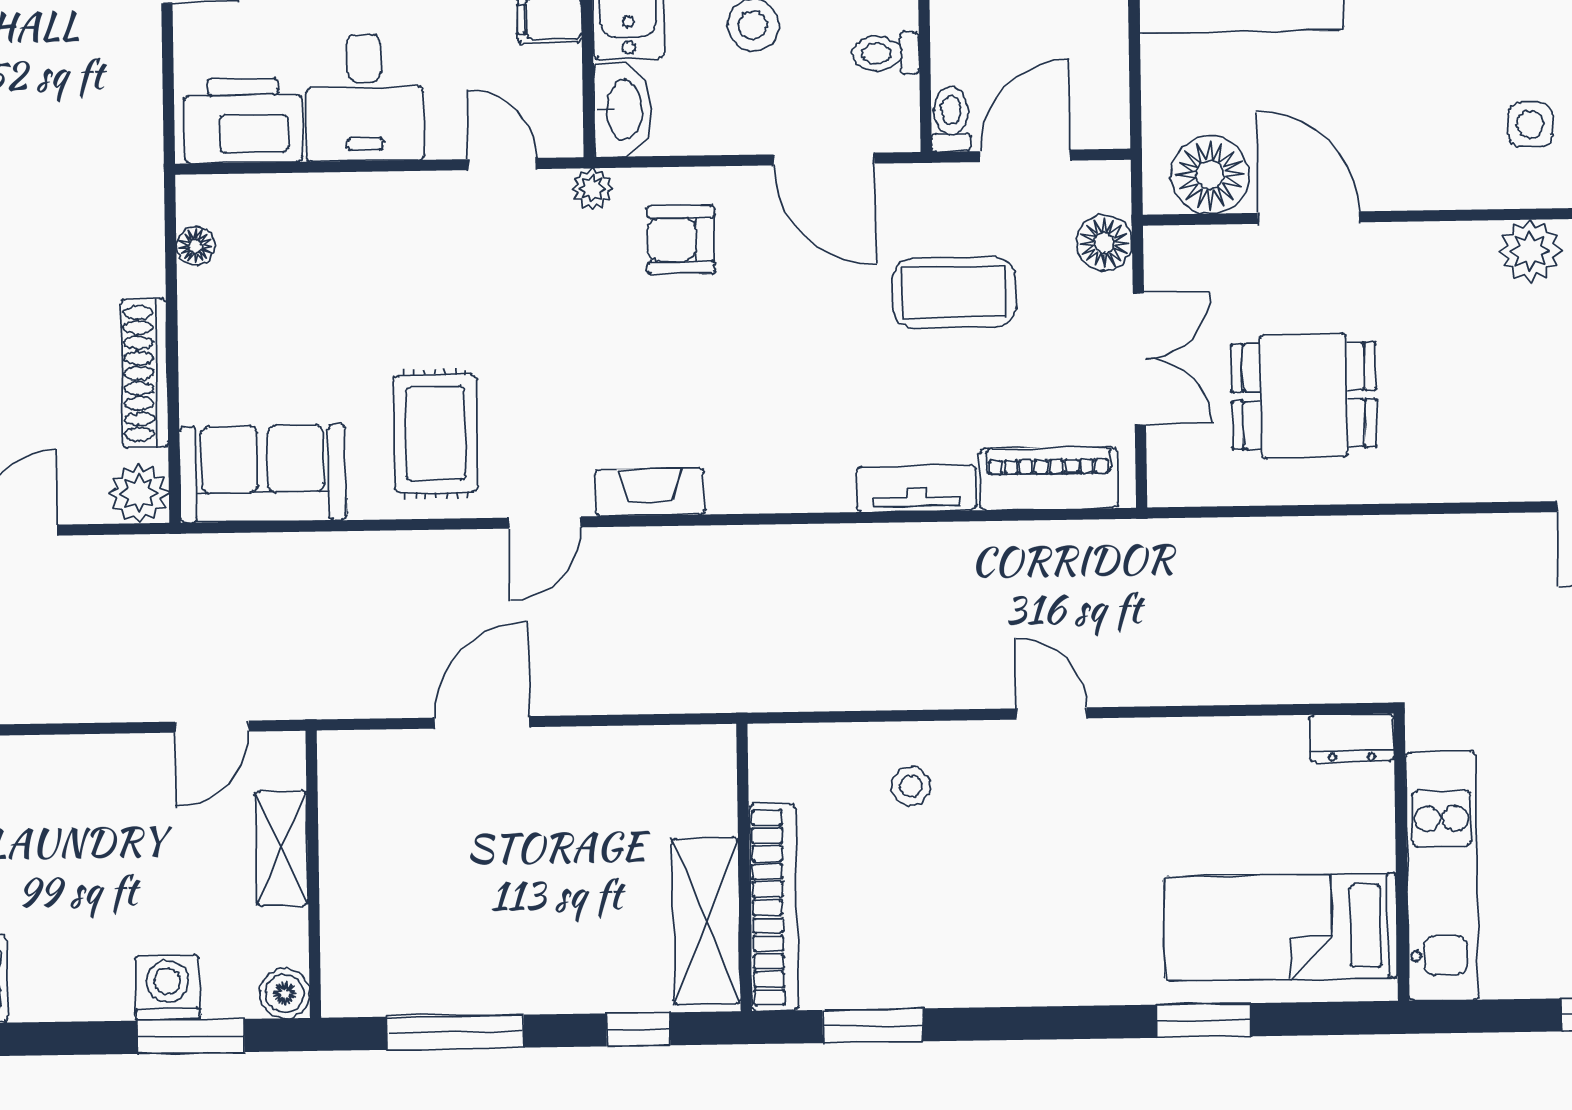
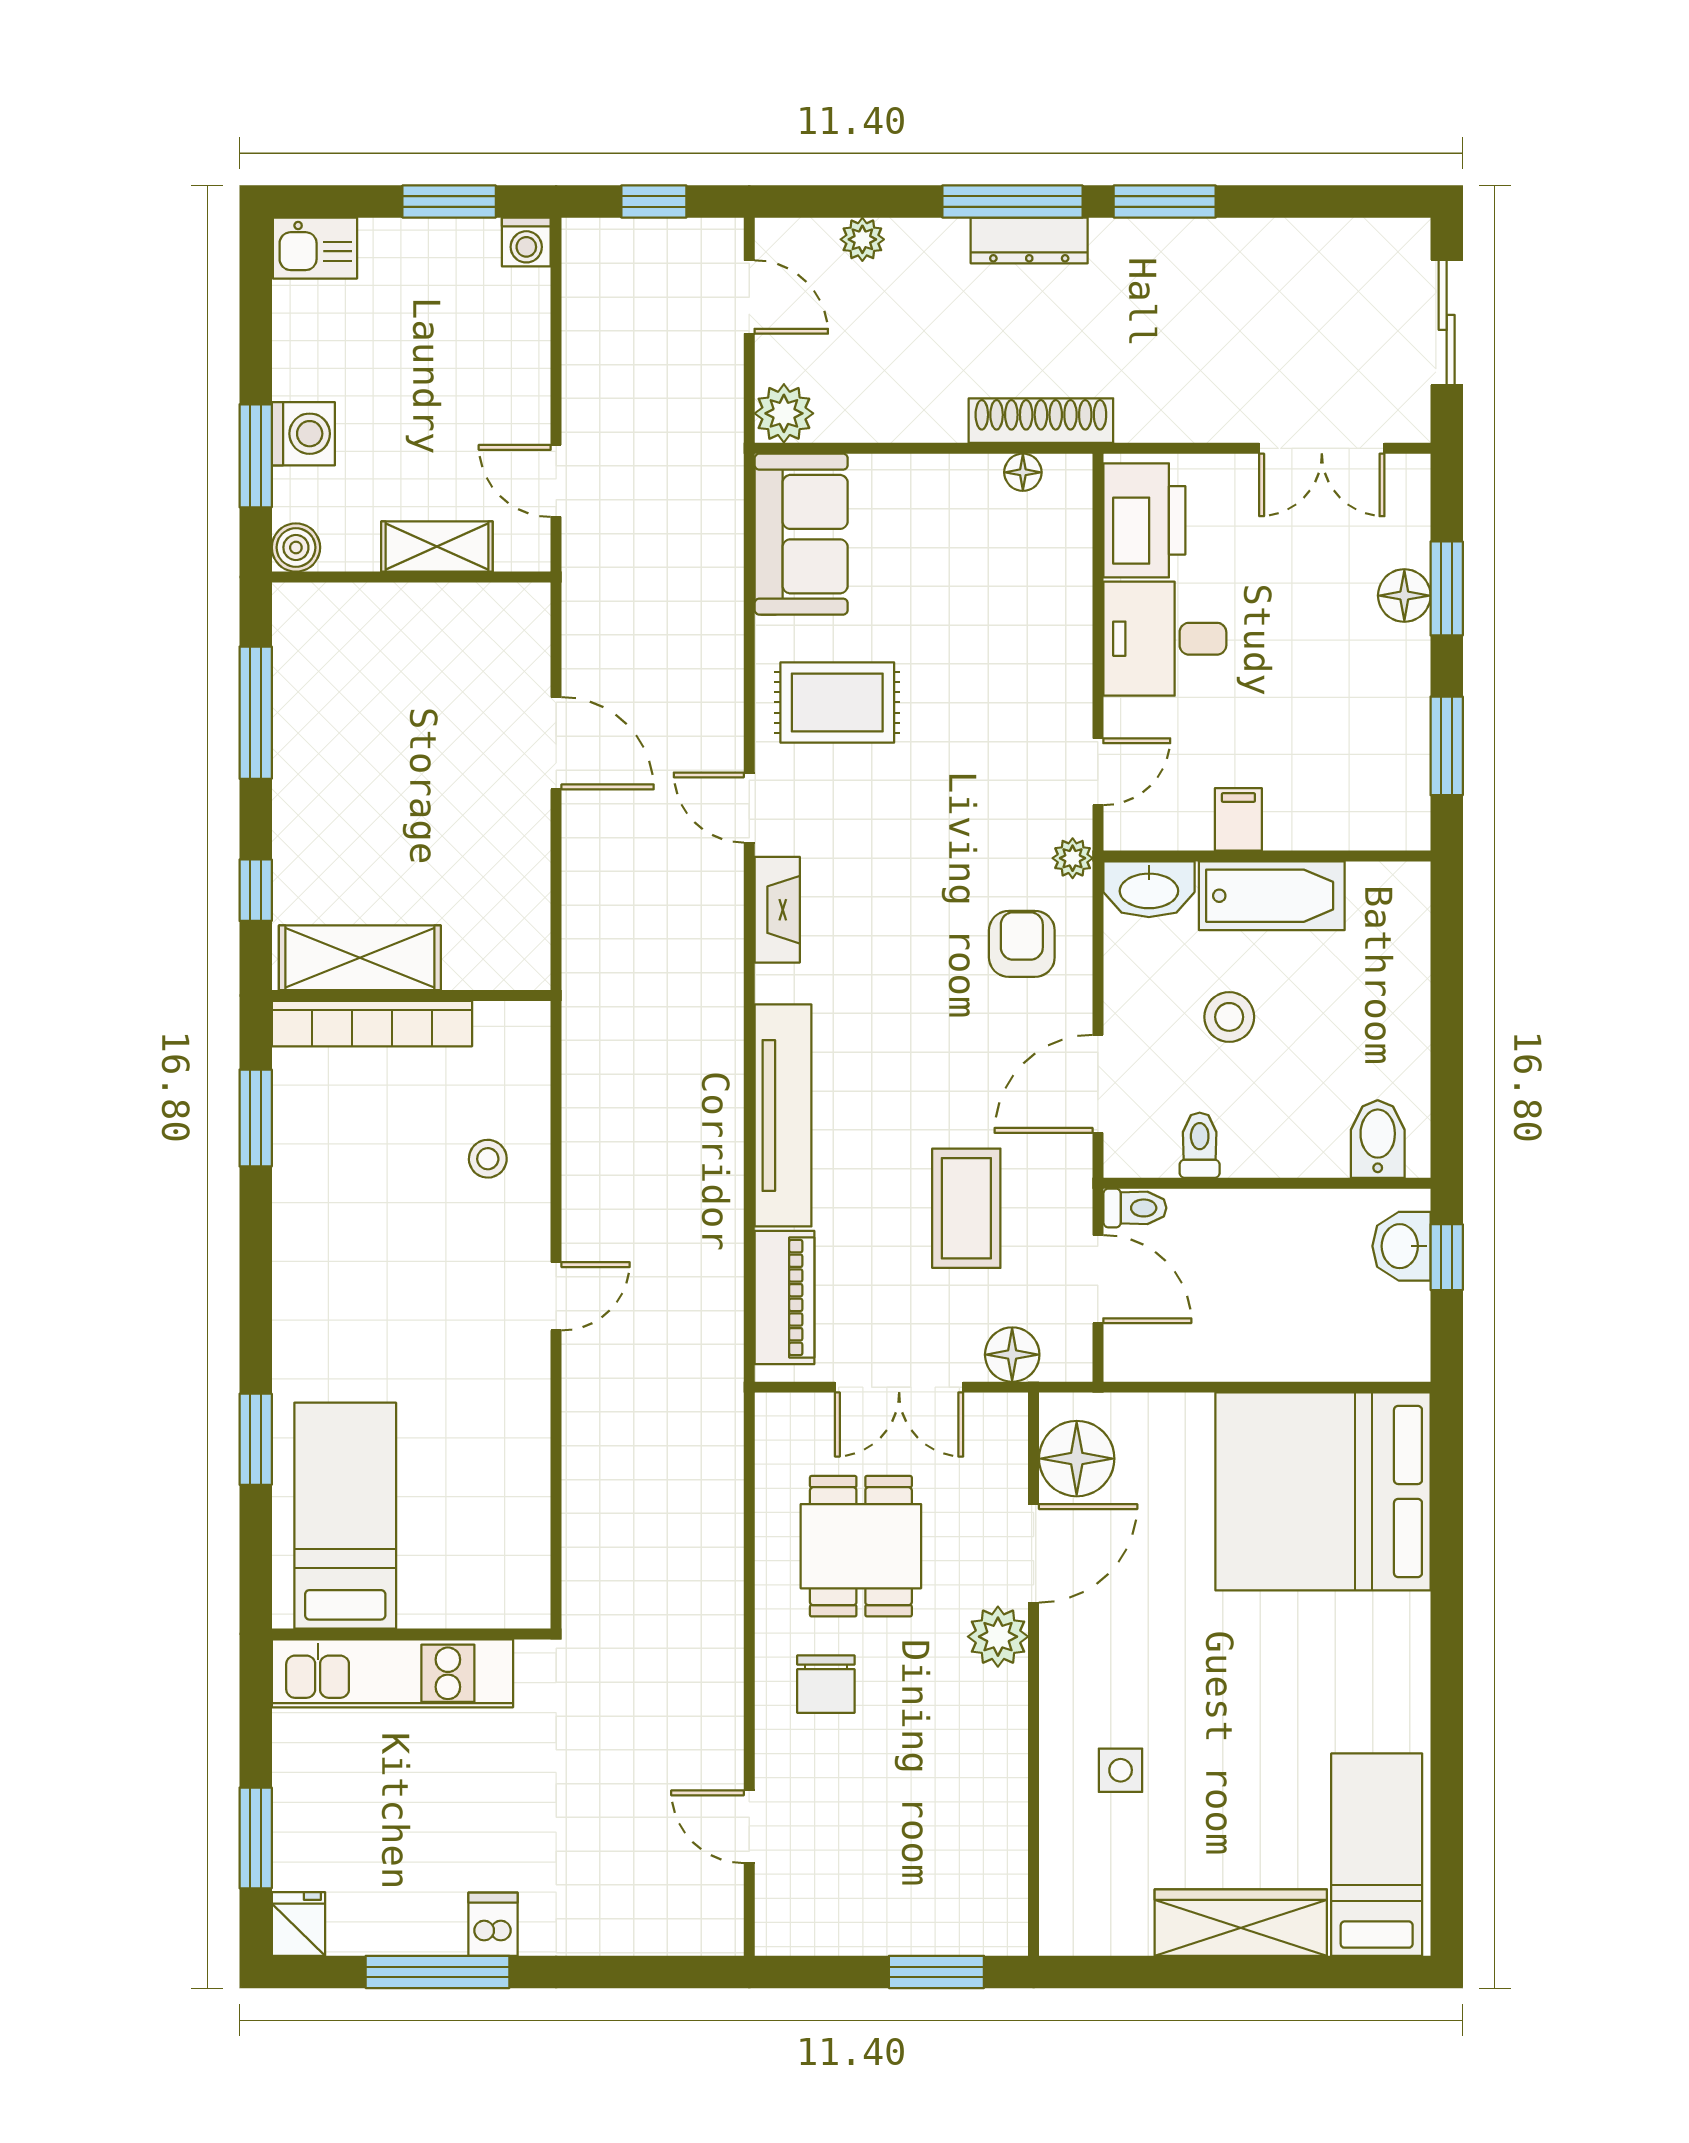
plant: (1530, 251) -> (998, 1637), moved
shoe rack: (144, 373) -> (1041, 421), moved
chair: (1446, 429) -> (826, 1684), added
tv unit: (916, 488) -> (783, 1115), width x1.92, depth x1.29
dresser: (1352, 738) -> (528, 1587), removed

